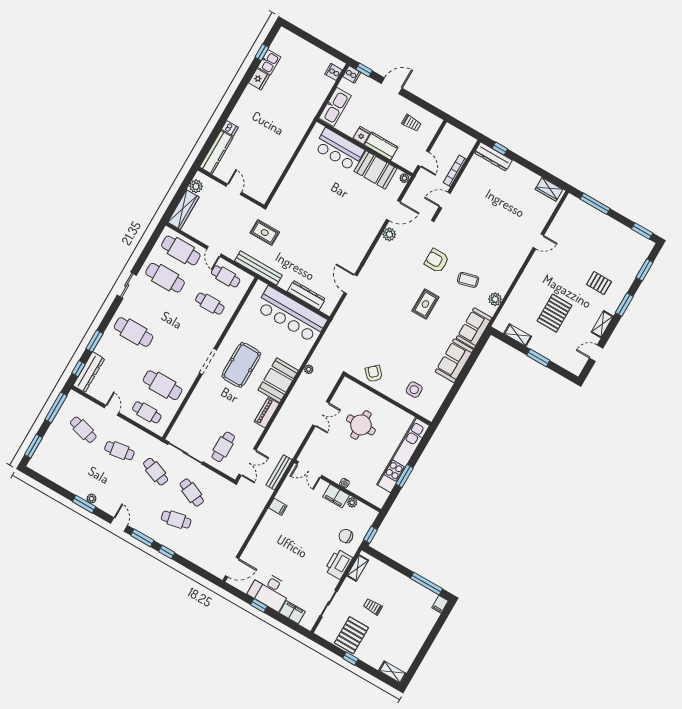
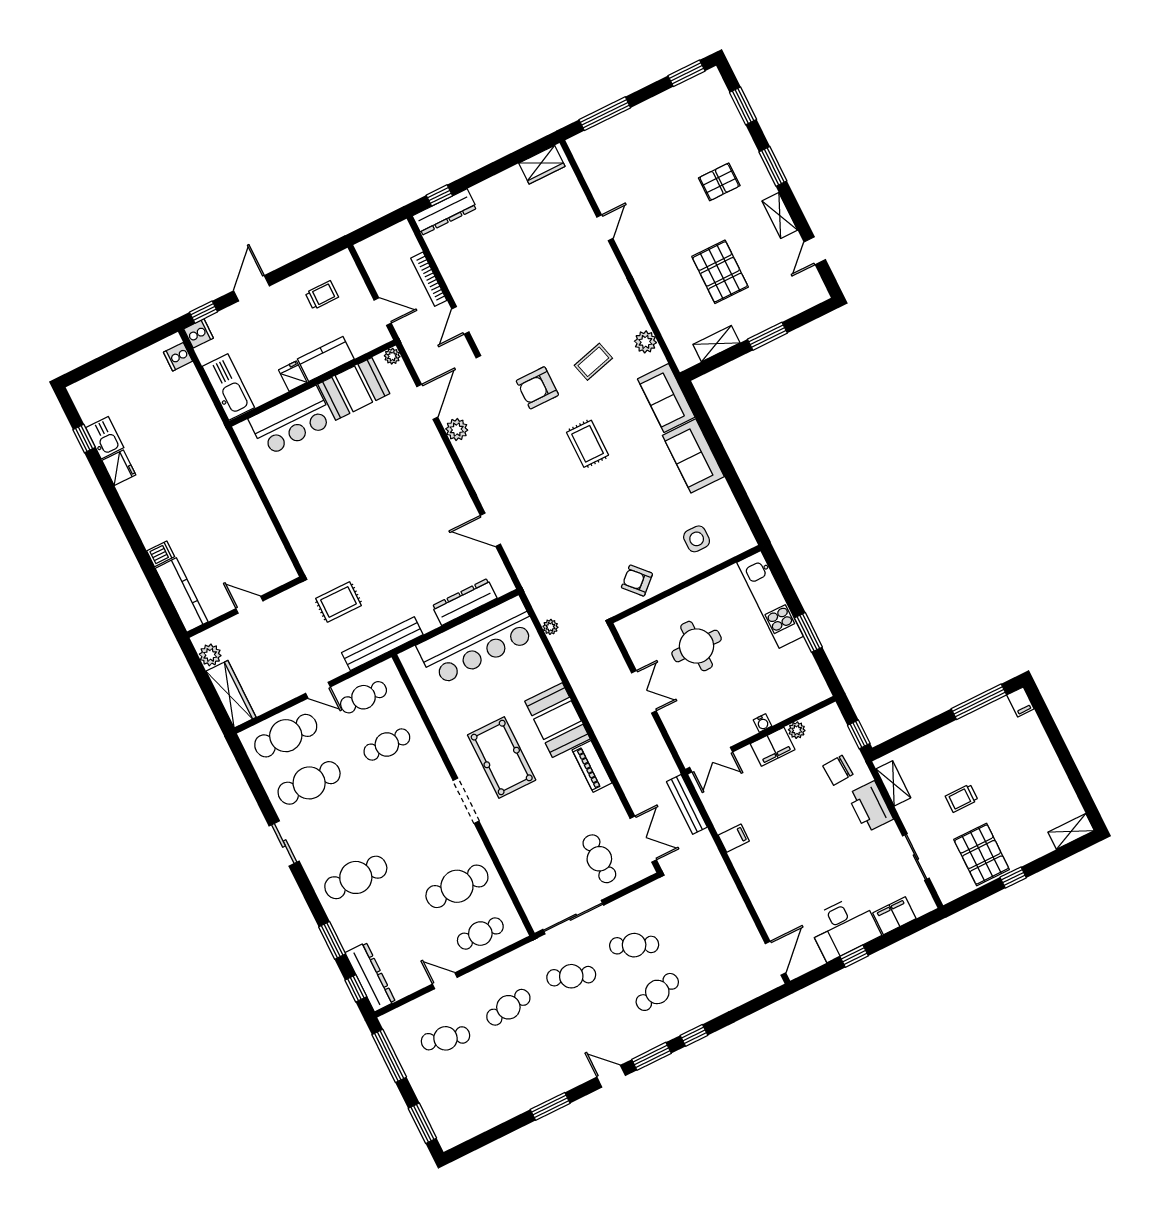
plant: (309, 369) -> (550, 627), moved
kitchen unit: (403, 455) -> (770, 599), width x0.73
plant: (91, 499) -> (549, 1091), removed

